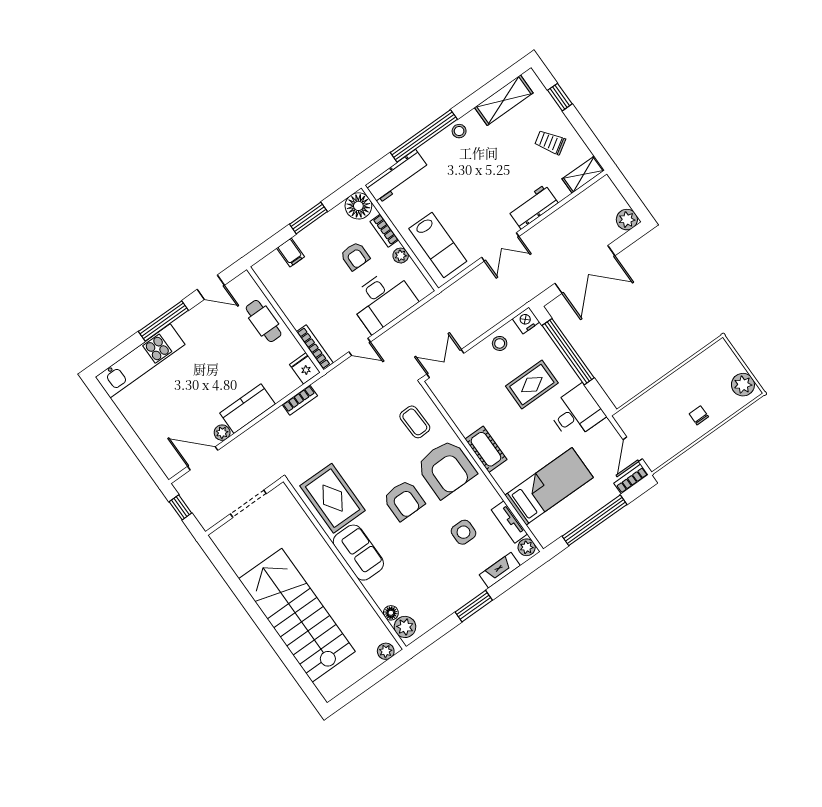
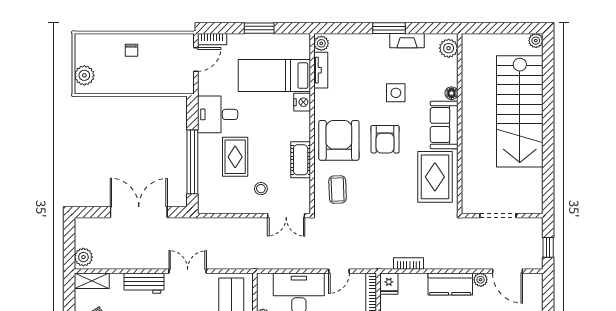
plant: (627, 220) -> (83, 257), moved
nightstand: (526, 320) -> (302, 102), moved, turned -90
stool: (500, 343) -> (261, 189), moved
door: (360, 347) -> (339, 271), swing flipped
rug: (532, 385) -> (235, 157), turned 90
plant: (743, 385) -> (84, 75), moved
cot: (486, 449) -> (301, 160), moved
armchair: (404, 500) -> (385, 139), turned 180
window: (595, 520) -> (259, 28), width x0.47
side table: (463, 532) -> (396, 93), moved
fireplace: (500, 570) -> (407, 41), moved
floor lamp: (391, 613) -> (451, 93), moved
plant: (386, 651) -> (536, 41), moved

